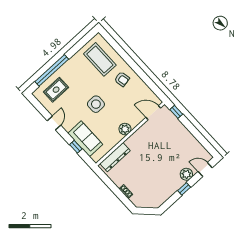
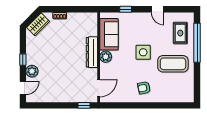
coffee table: (100, 59) -> (173, 64), moved
sofa: (85, 139) -> (109, 34), moved, turned -90
dresser: (115, 157) -> (92, 52), moved
wardrobe: (147, 202) -> (38, 24), added

